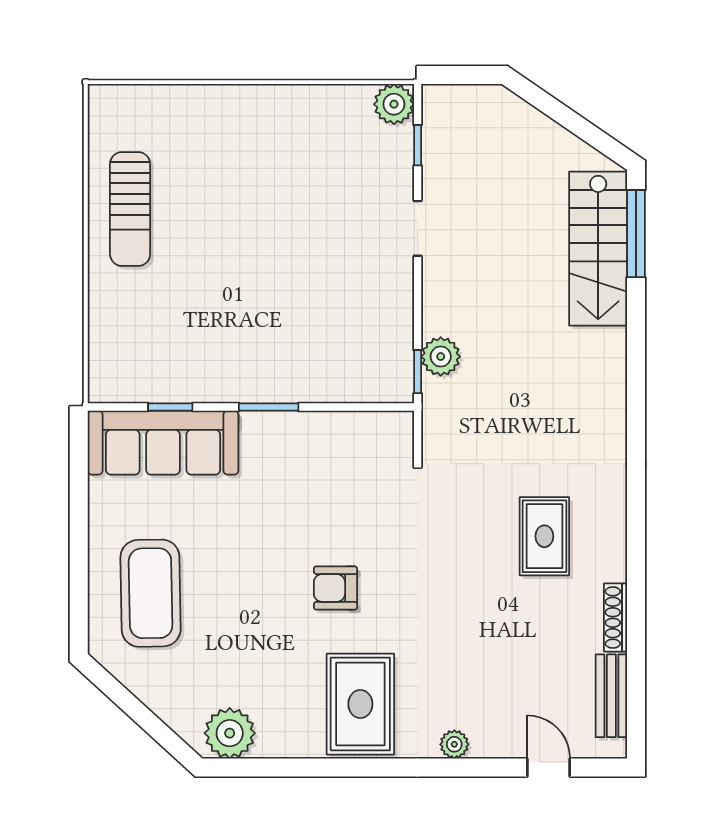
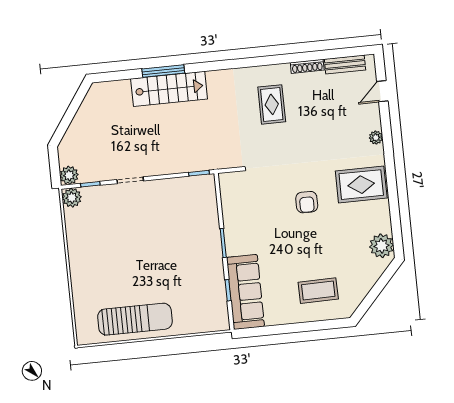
sun lounger: (130, 209) -> (135, 319), width x1.36, depth x1.34
window: (636, 234) -> (163, 71), moved
stairs: (598, 249) -> (169, 89), moved
plant: (441, 357) -> (69, 175), moved
rug: (544, 536) -> (272, 104), turned 90
coffee table: (151, 593) -> (318, 291), width x0.73, depth x0.76

